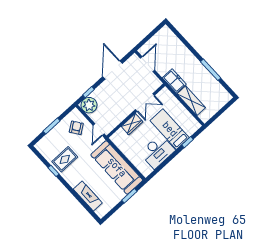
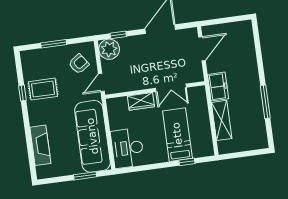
desk: (157, 152) -> (127, 148), moved, turned 90

